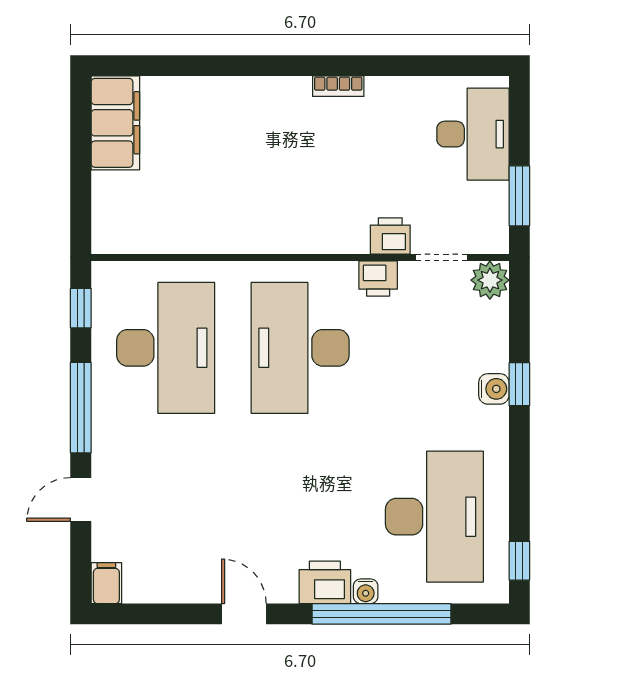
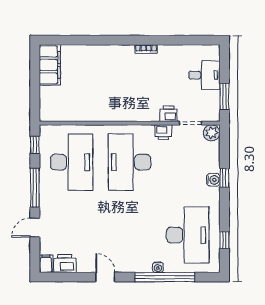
desk: (473, 134) -> (204, 75), width x0.73
window: (519, 561) -> (224, 240), moved
printer: (325, 582) -> (65, 263), moved

